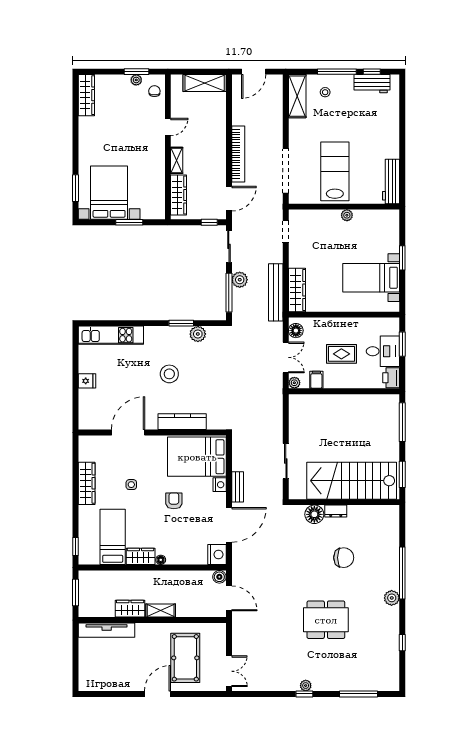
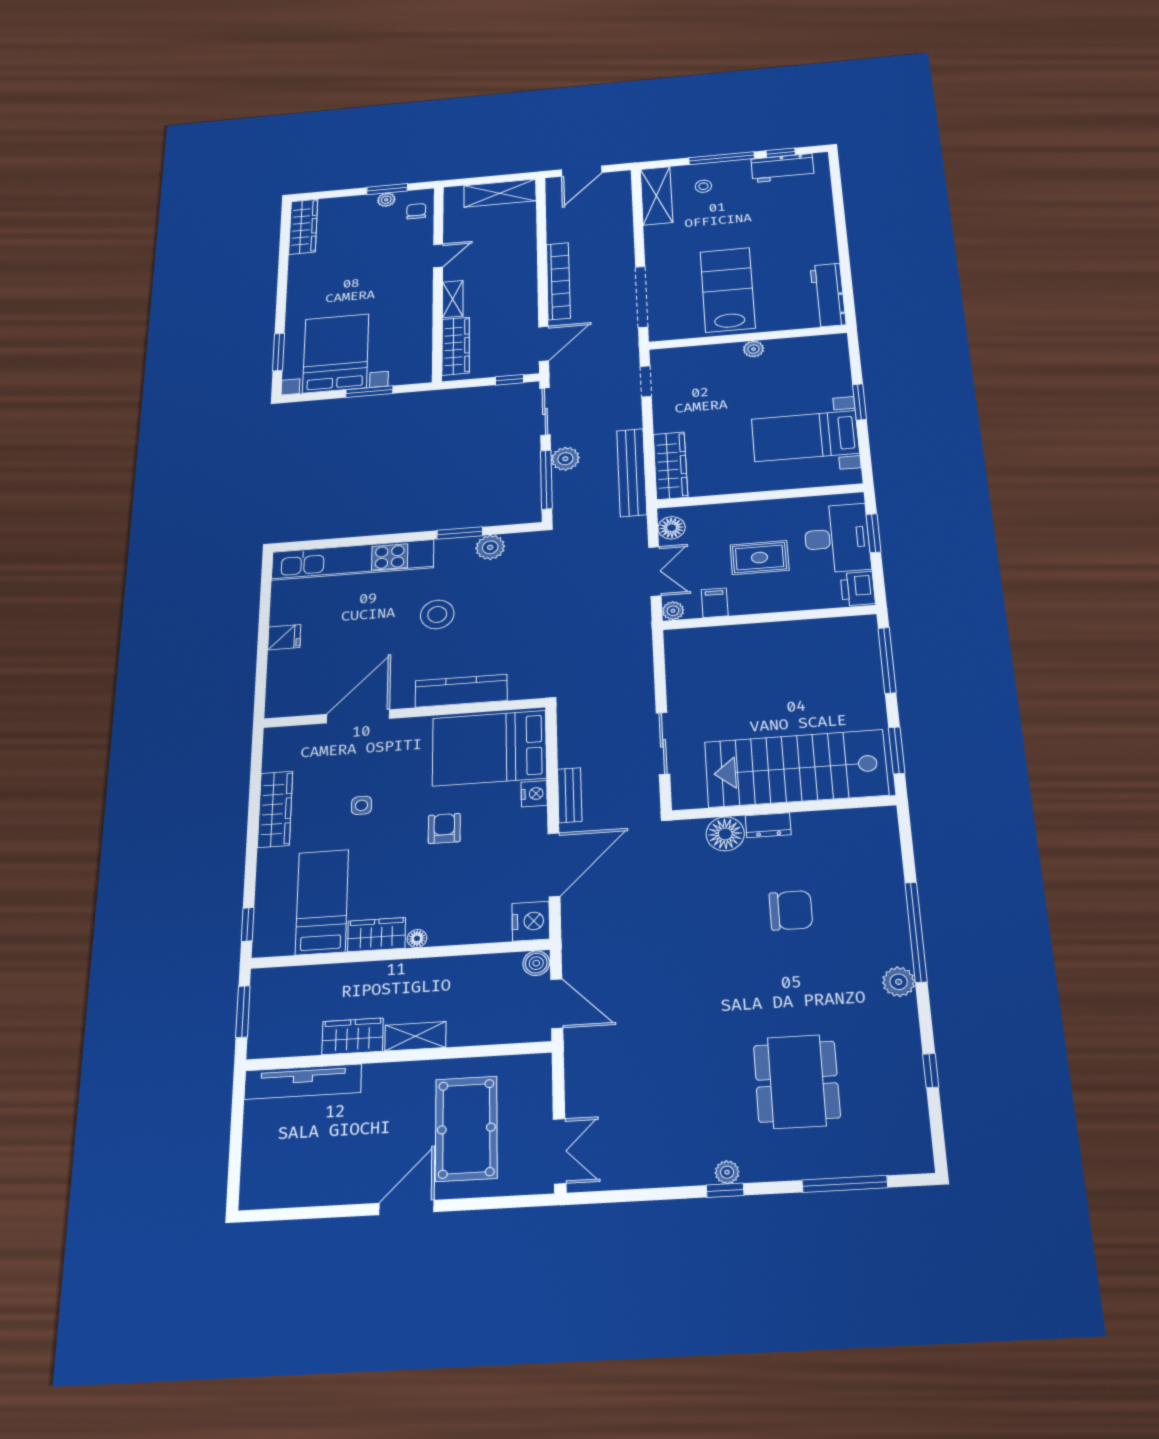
kitchen unit: (111, 335) -> (353, 560), width x1.36
desk: (383, 351) -> (837, 538), width x1.37
dining table: (326, 620) -> (797, 1081), moved, turned 90

